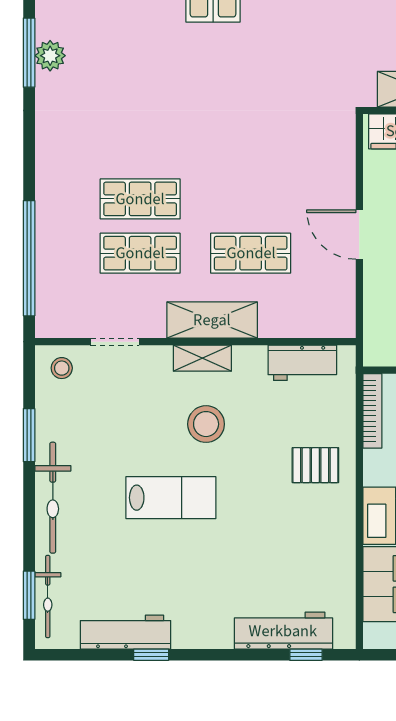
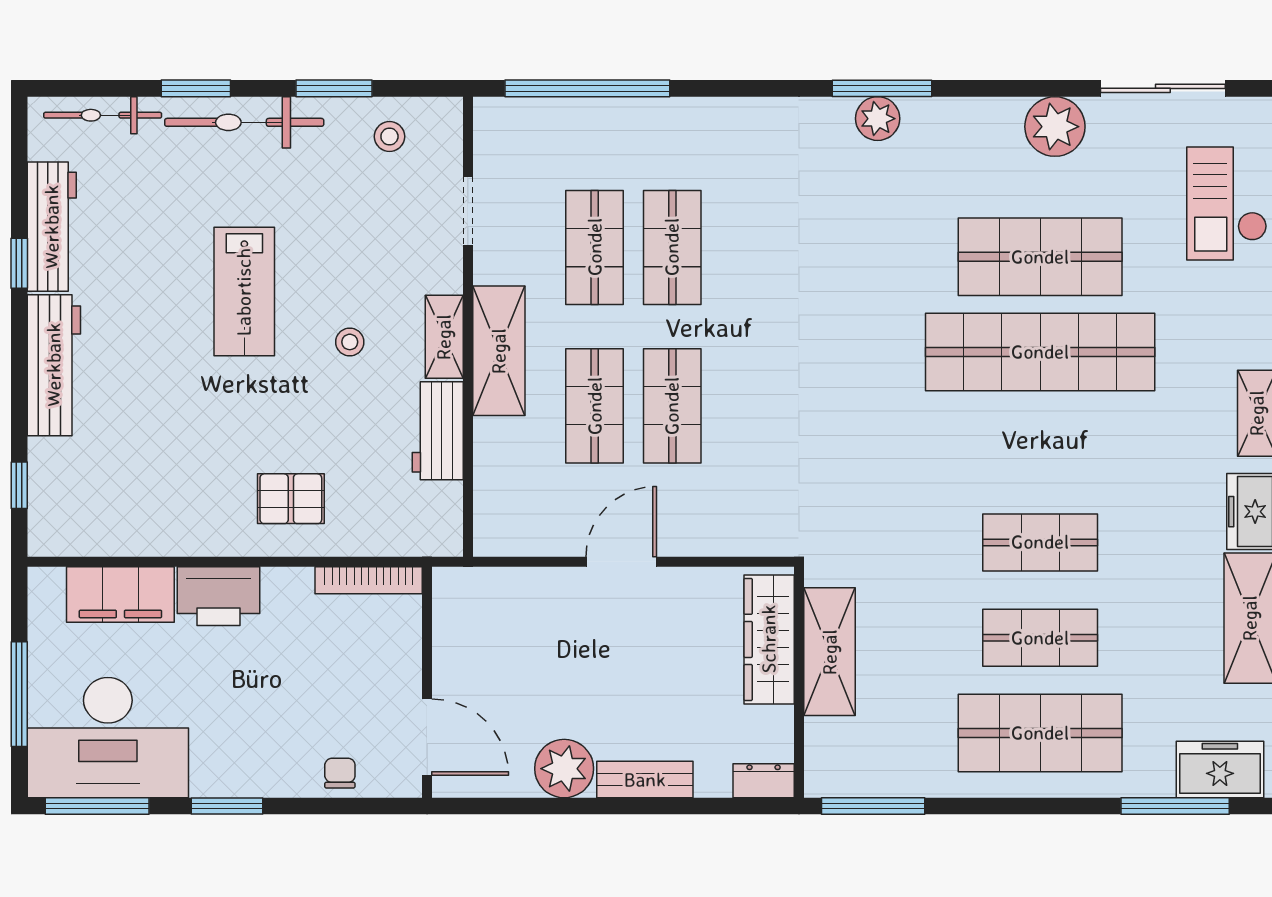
shop shelf: (251, 199) -> (672, 406), added
workbench: (302, 363) -> (438, 431), moved
stool: (62, 368) -> (389, 137), moved
stool: (206, 424) -> (350, 342), width x0.53, depth x0.53
pallet: (315, 465) -> (291, 499), turned 90
window: (29, 595) -> (196, 88), moved
workbench: (283, 631) -> (54, 365), moved

